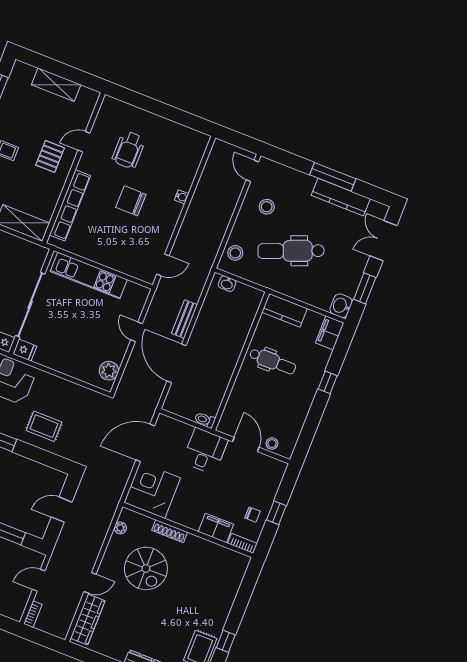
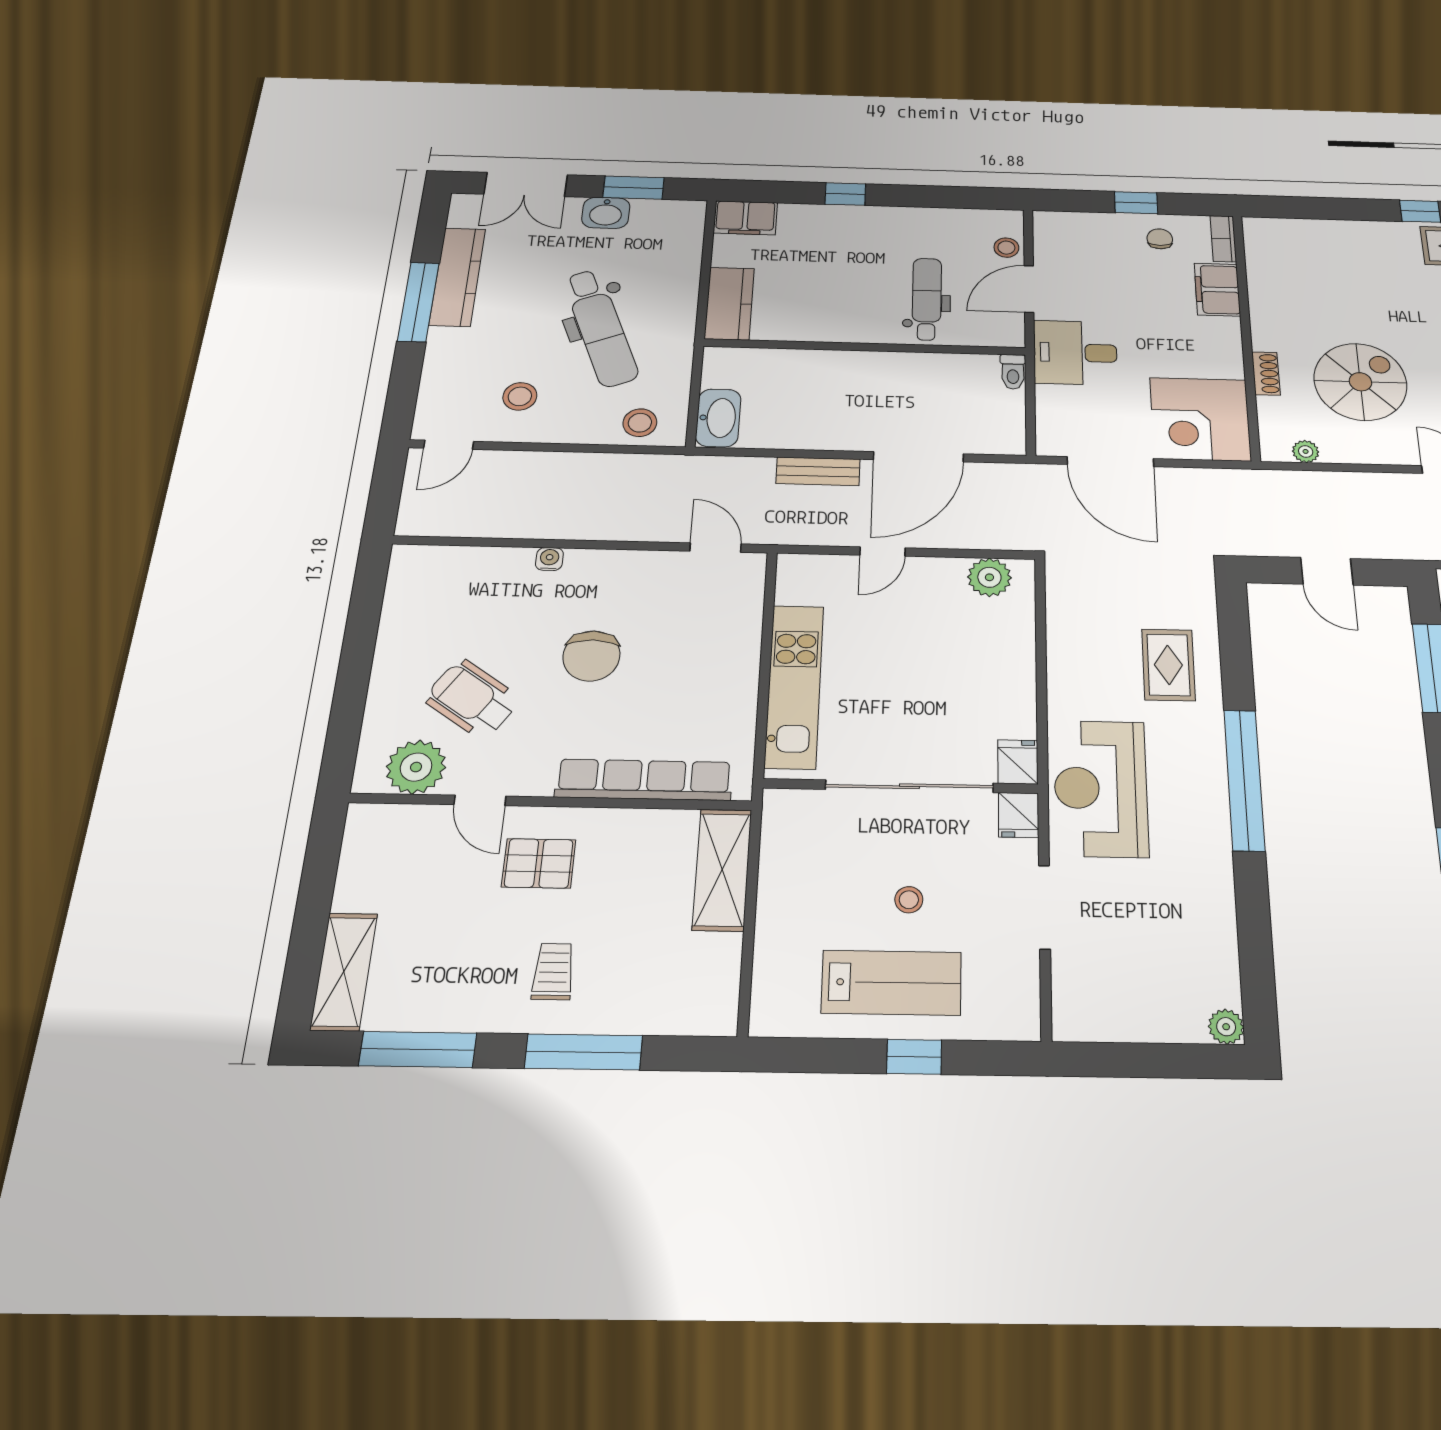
shelving: (56, 85) -> (344, 971), moved
plant: (107, 121) -> (416, 767), added
wheelchair: (129, 150) -> (472, 699), turned -146
washbasin: (227, 284) -> (718, 418), width x1.91, depth x1.45
washbasin: (341, 306) -> (606, 213), moved
dental chair: (273, 361) -> (927, 299), moved
shoe rack: (170, 531) -> (1266, 373), width x0.70

